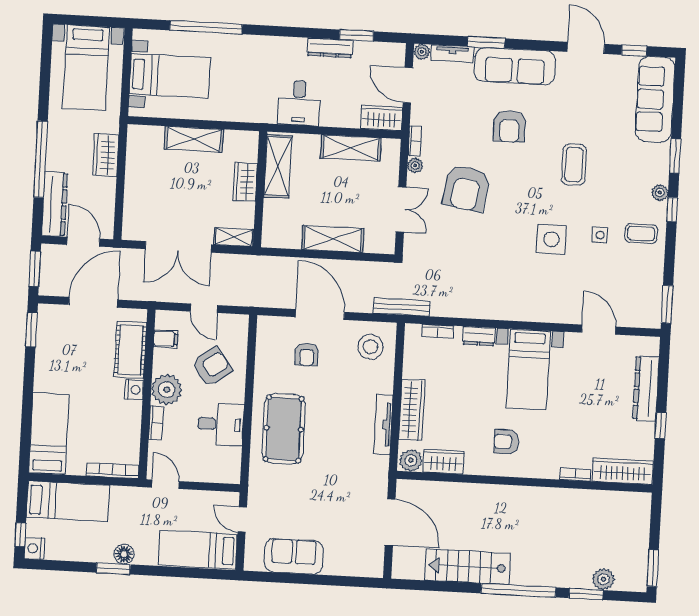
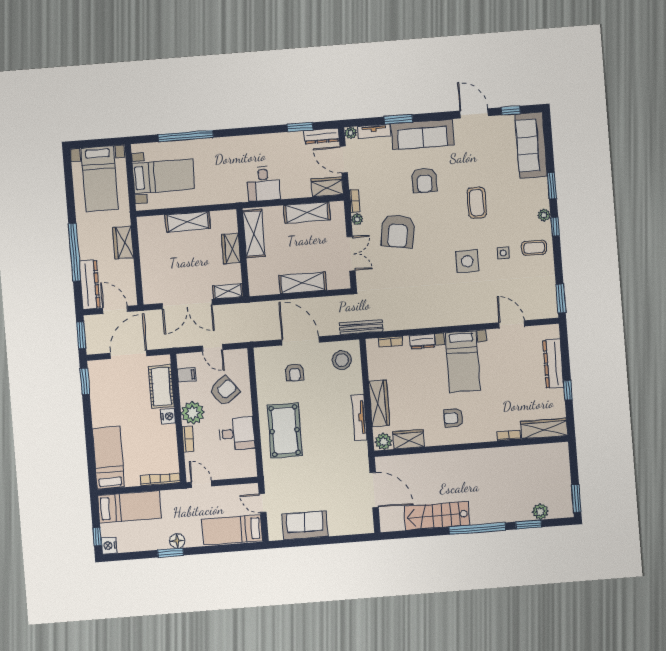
dresser: (330, 48) -> (322, 136), moved

